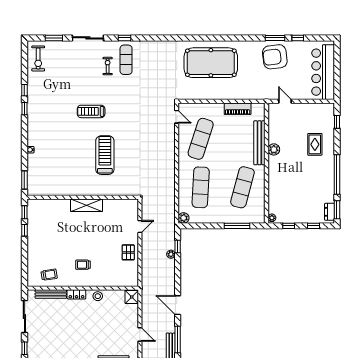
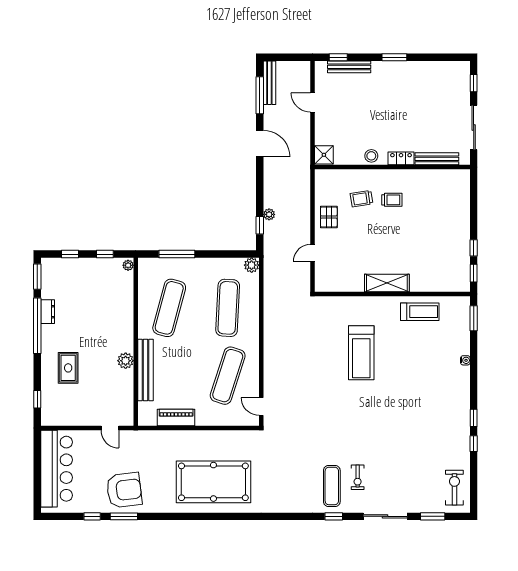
treadmill: (91, 111) -> (420, 312), moved
dresser: (330, 212) -> (48, 312), moved
trolley: (49, 275) -> (361, 199), moved

